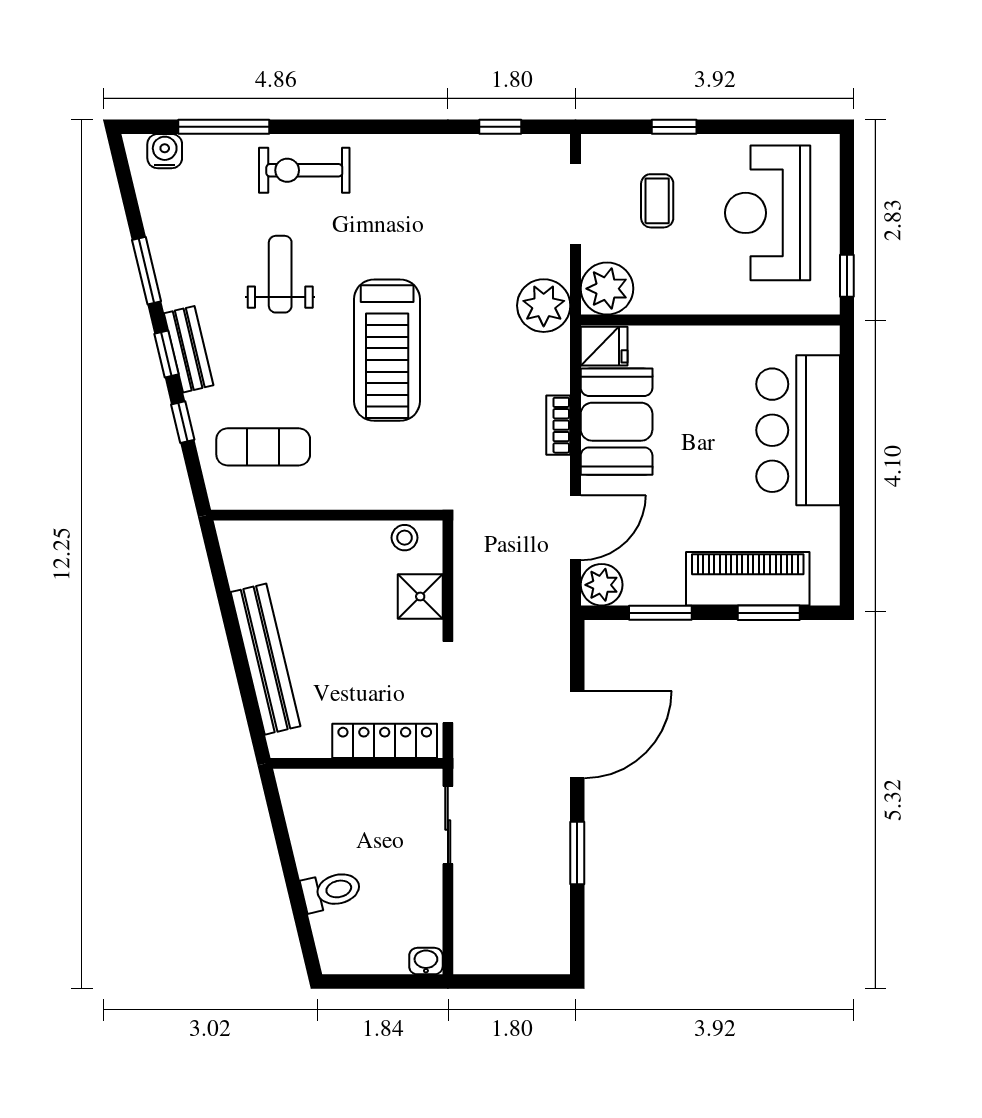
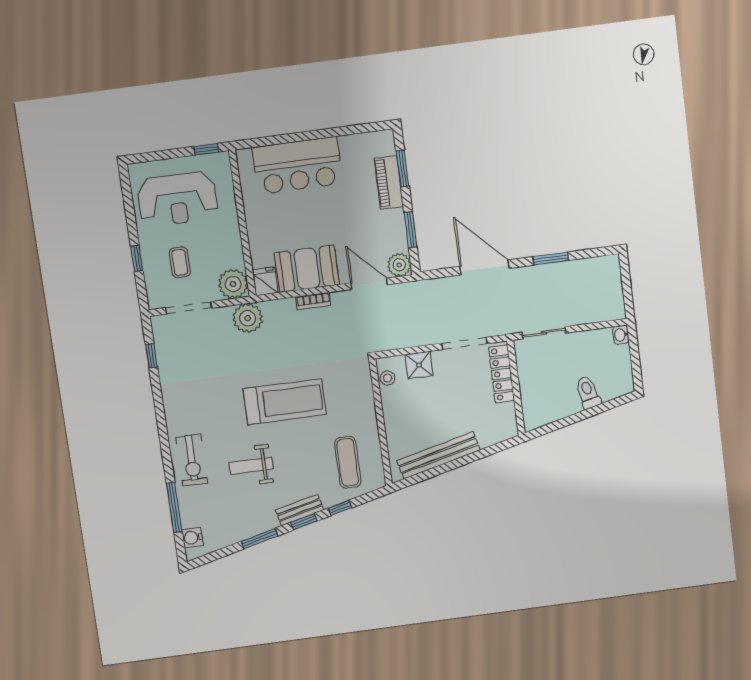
coffee table: (657, 201) -> (180, 262), turned 90
piano: (748, 579) -> (389, 182), width x0.73, depth x0.75
bench: (265, 659) -> (438, 455), moved

